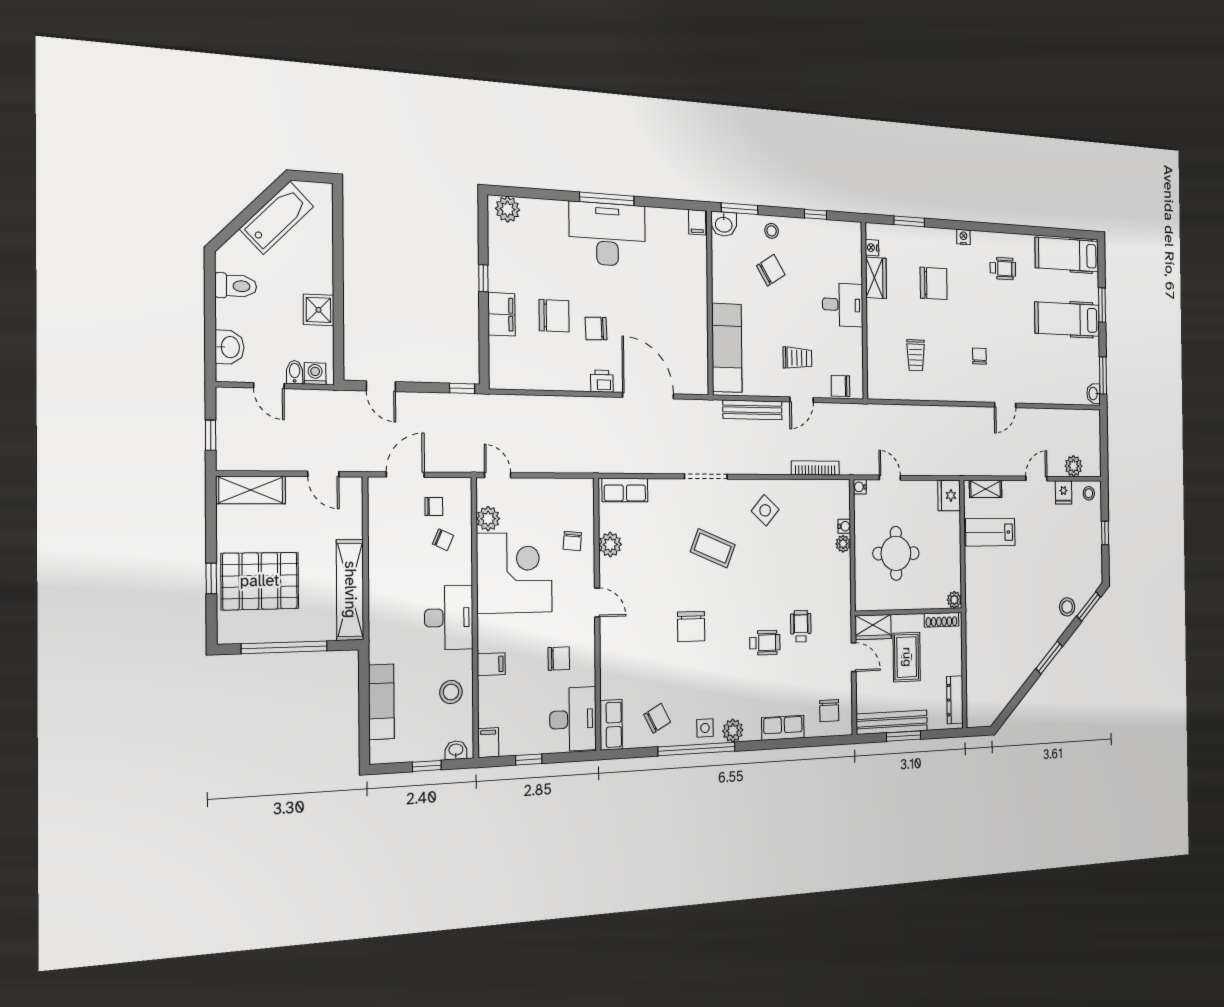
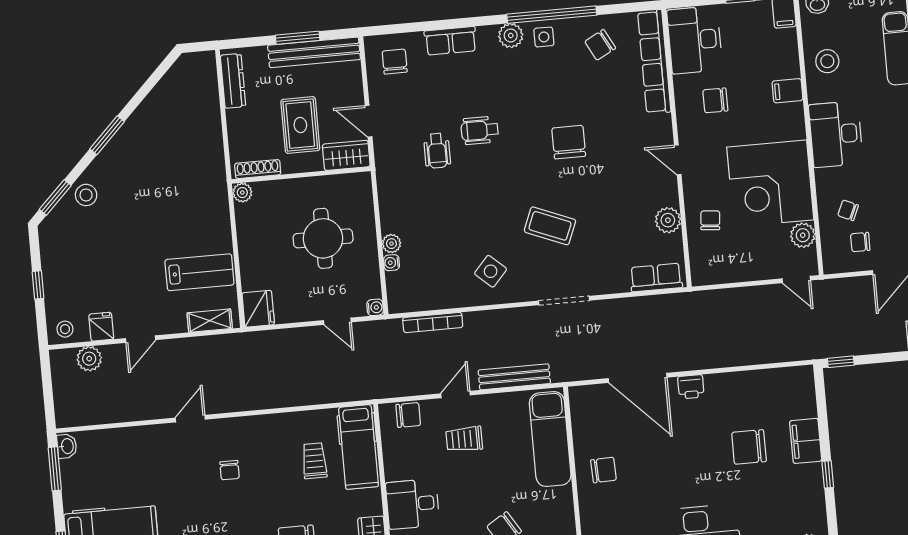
chair: (596, 329) -> (604, 470), moved
hospital bed: (881, 362) -> (359, 447), added
row of seats: (611, 725) -> (654, 62), width x2.02

